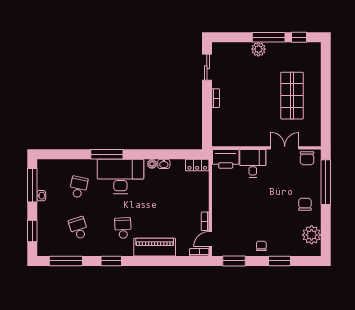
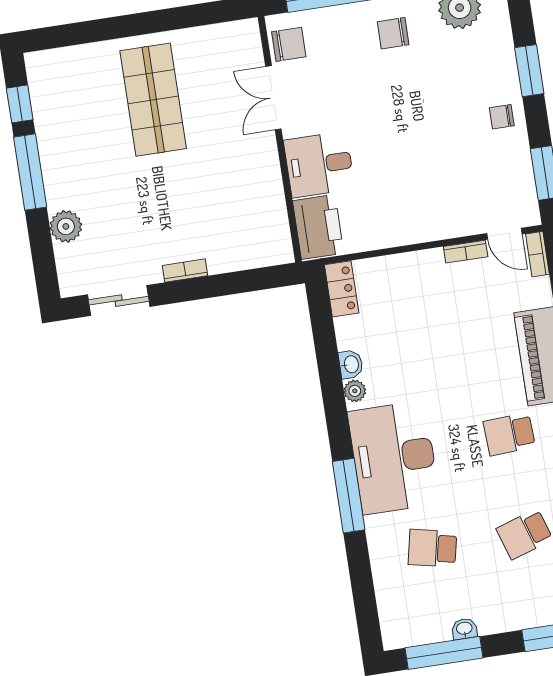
plant: (258, 49) -> (66, 226), moved
shop shelf: (292, 96) -> (153, 100), turned 90

